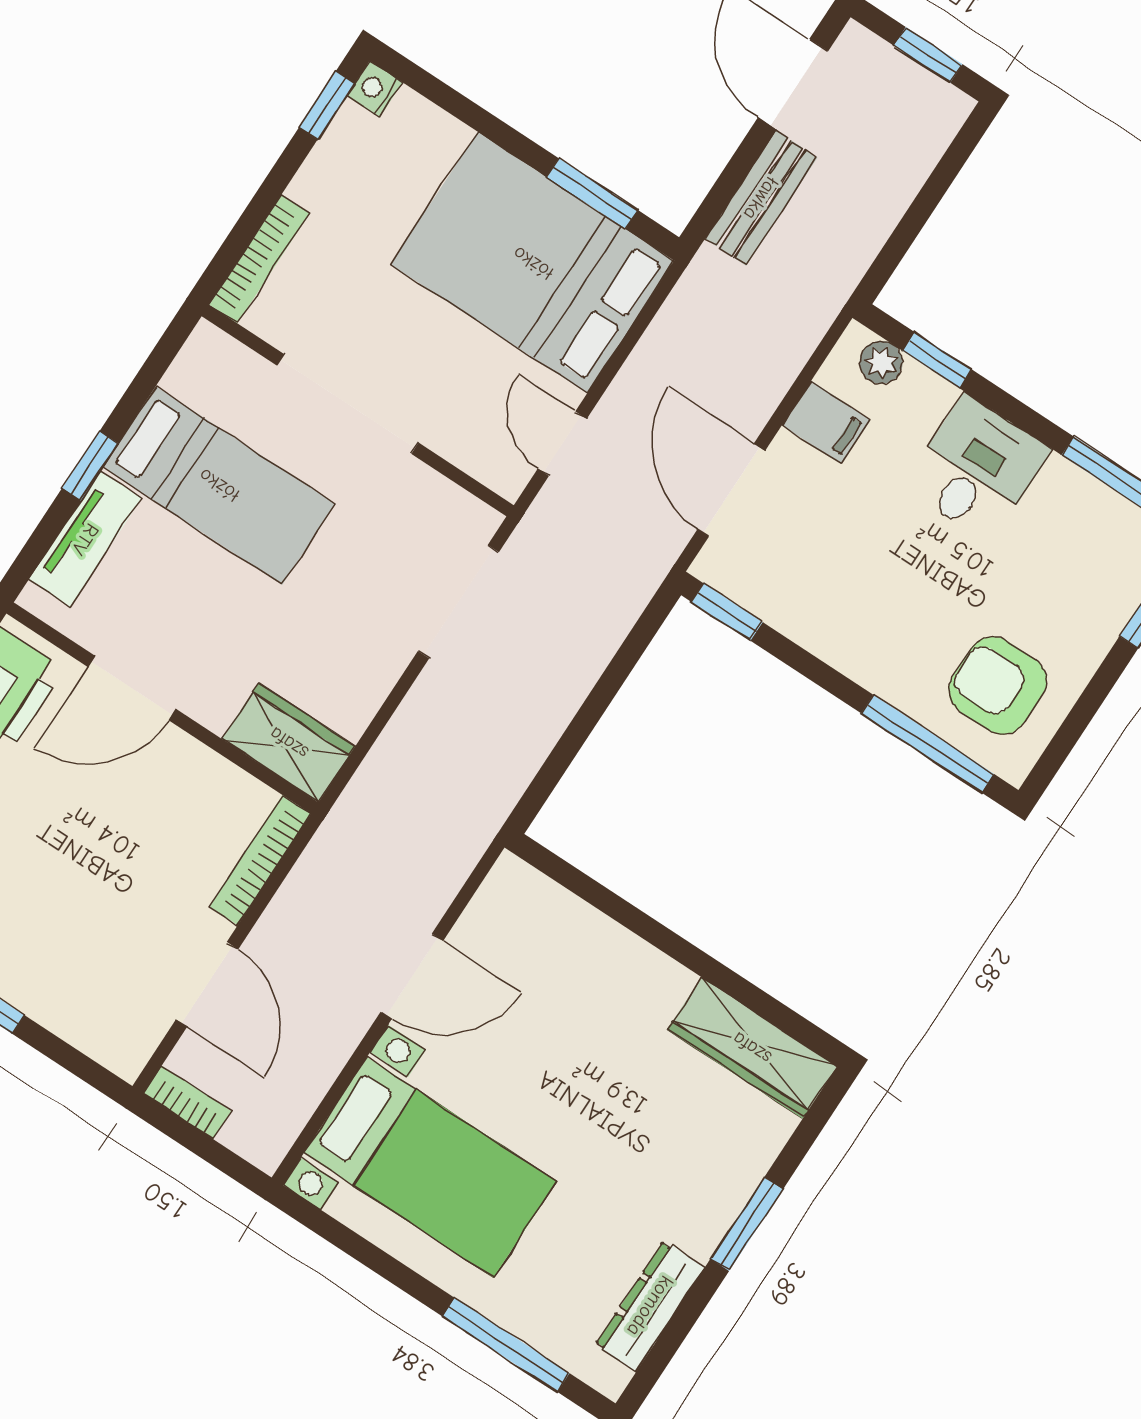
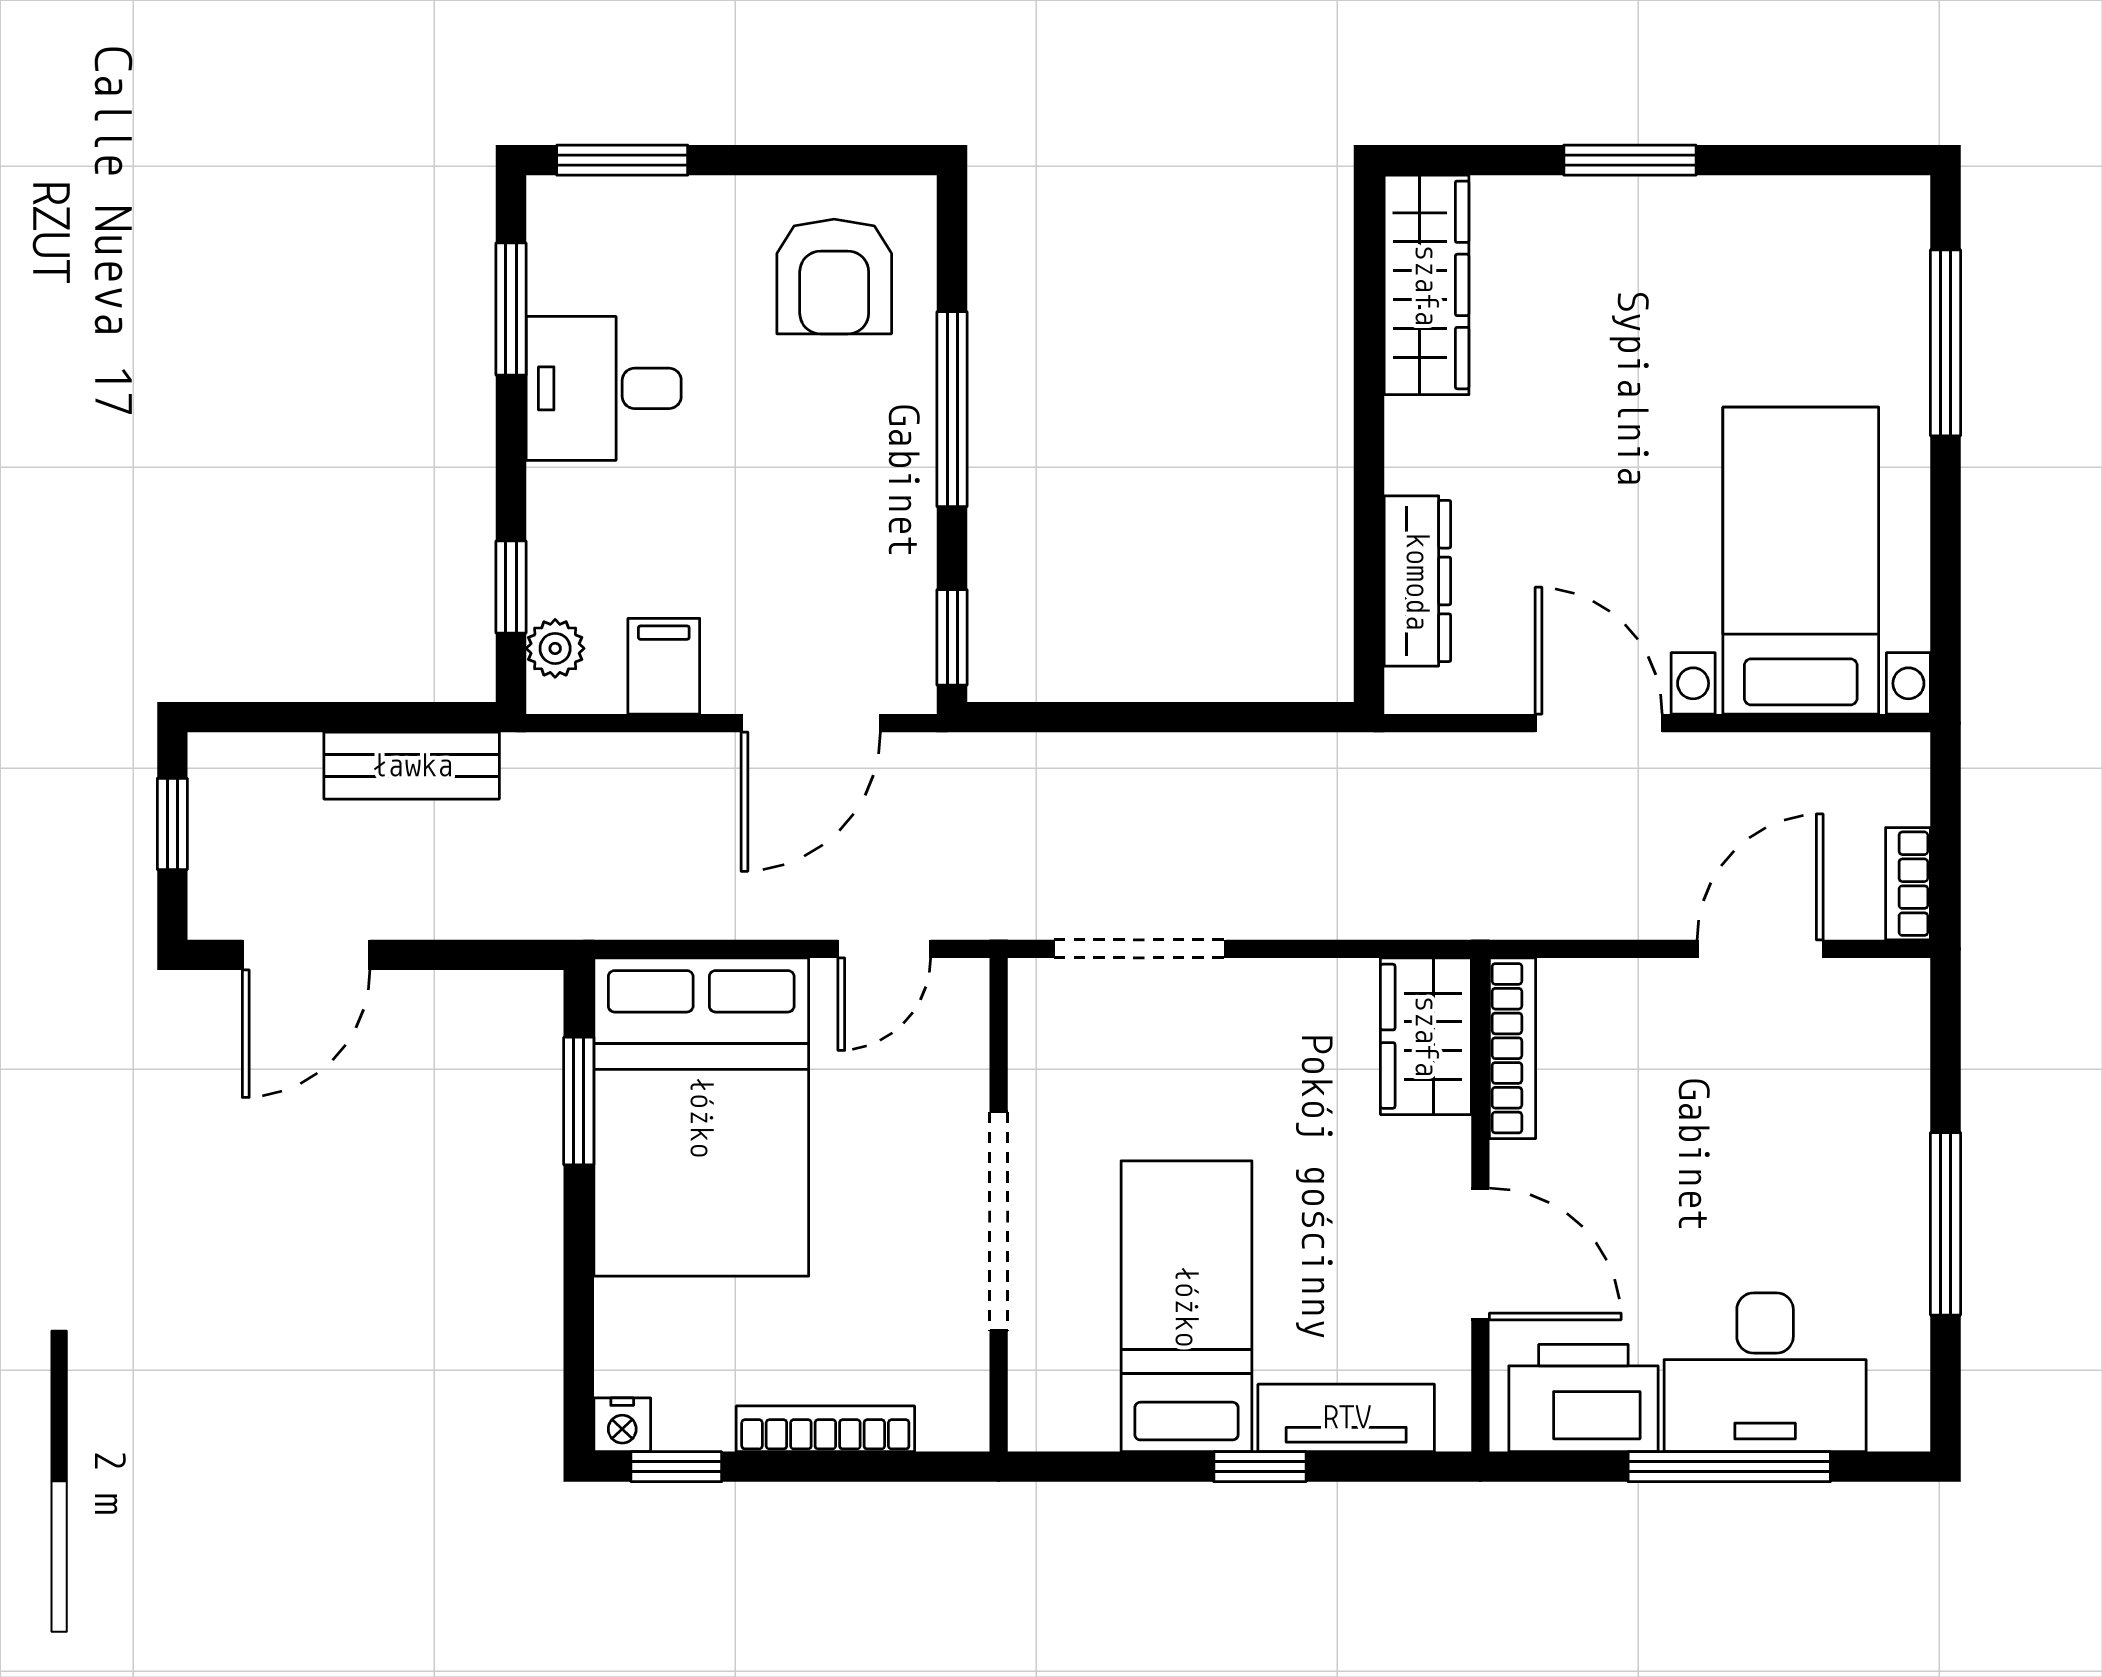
bench: (761, 198) -> (412, 766), moved
bookcase: (259, 259) -> (825, 1429), moved
desk: (977, 468) -> (604, 388), moved
window: (928, 744) -> (952, 409), moved
bookcase: (260, 860) -> (1513, 1048), moved, turned -90
dresser: (650, 1306) -> (1417, 581), moved, turned -90

